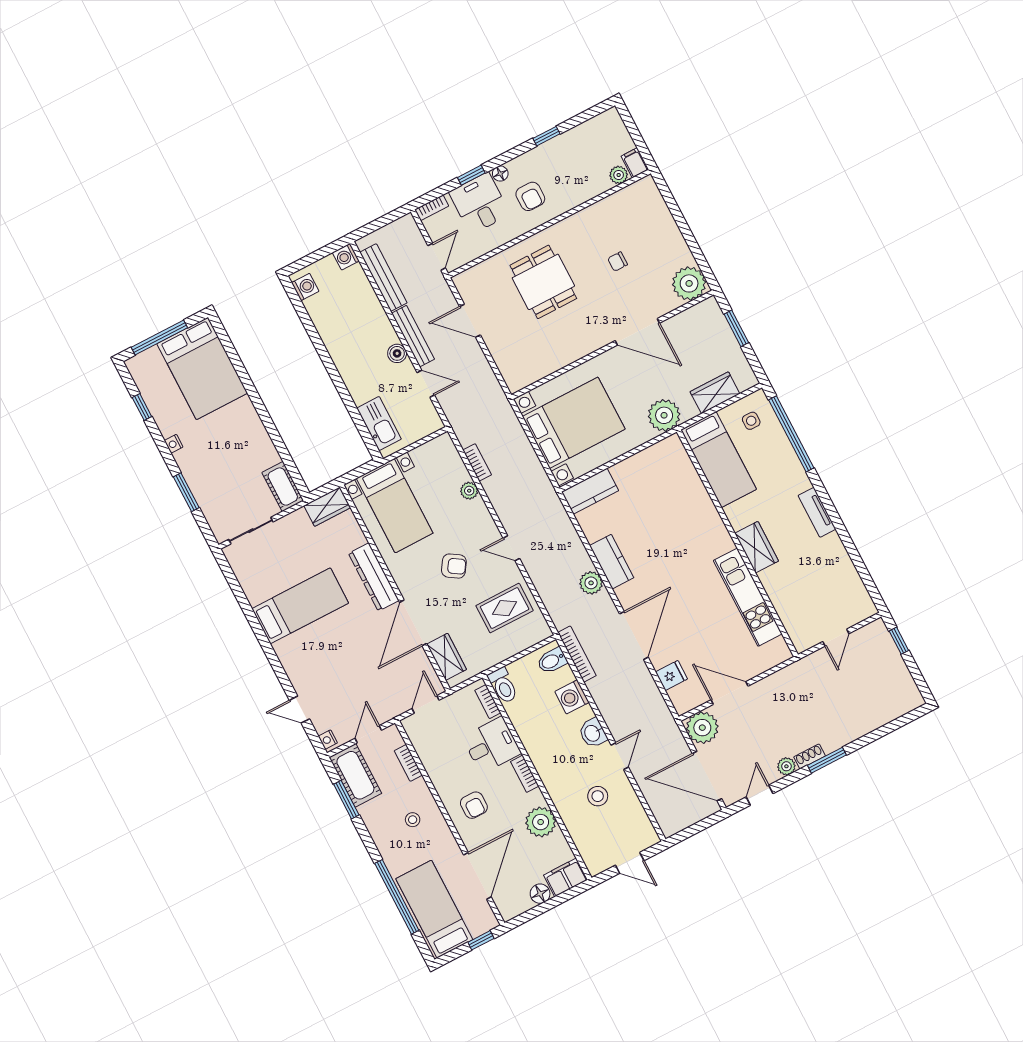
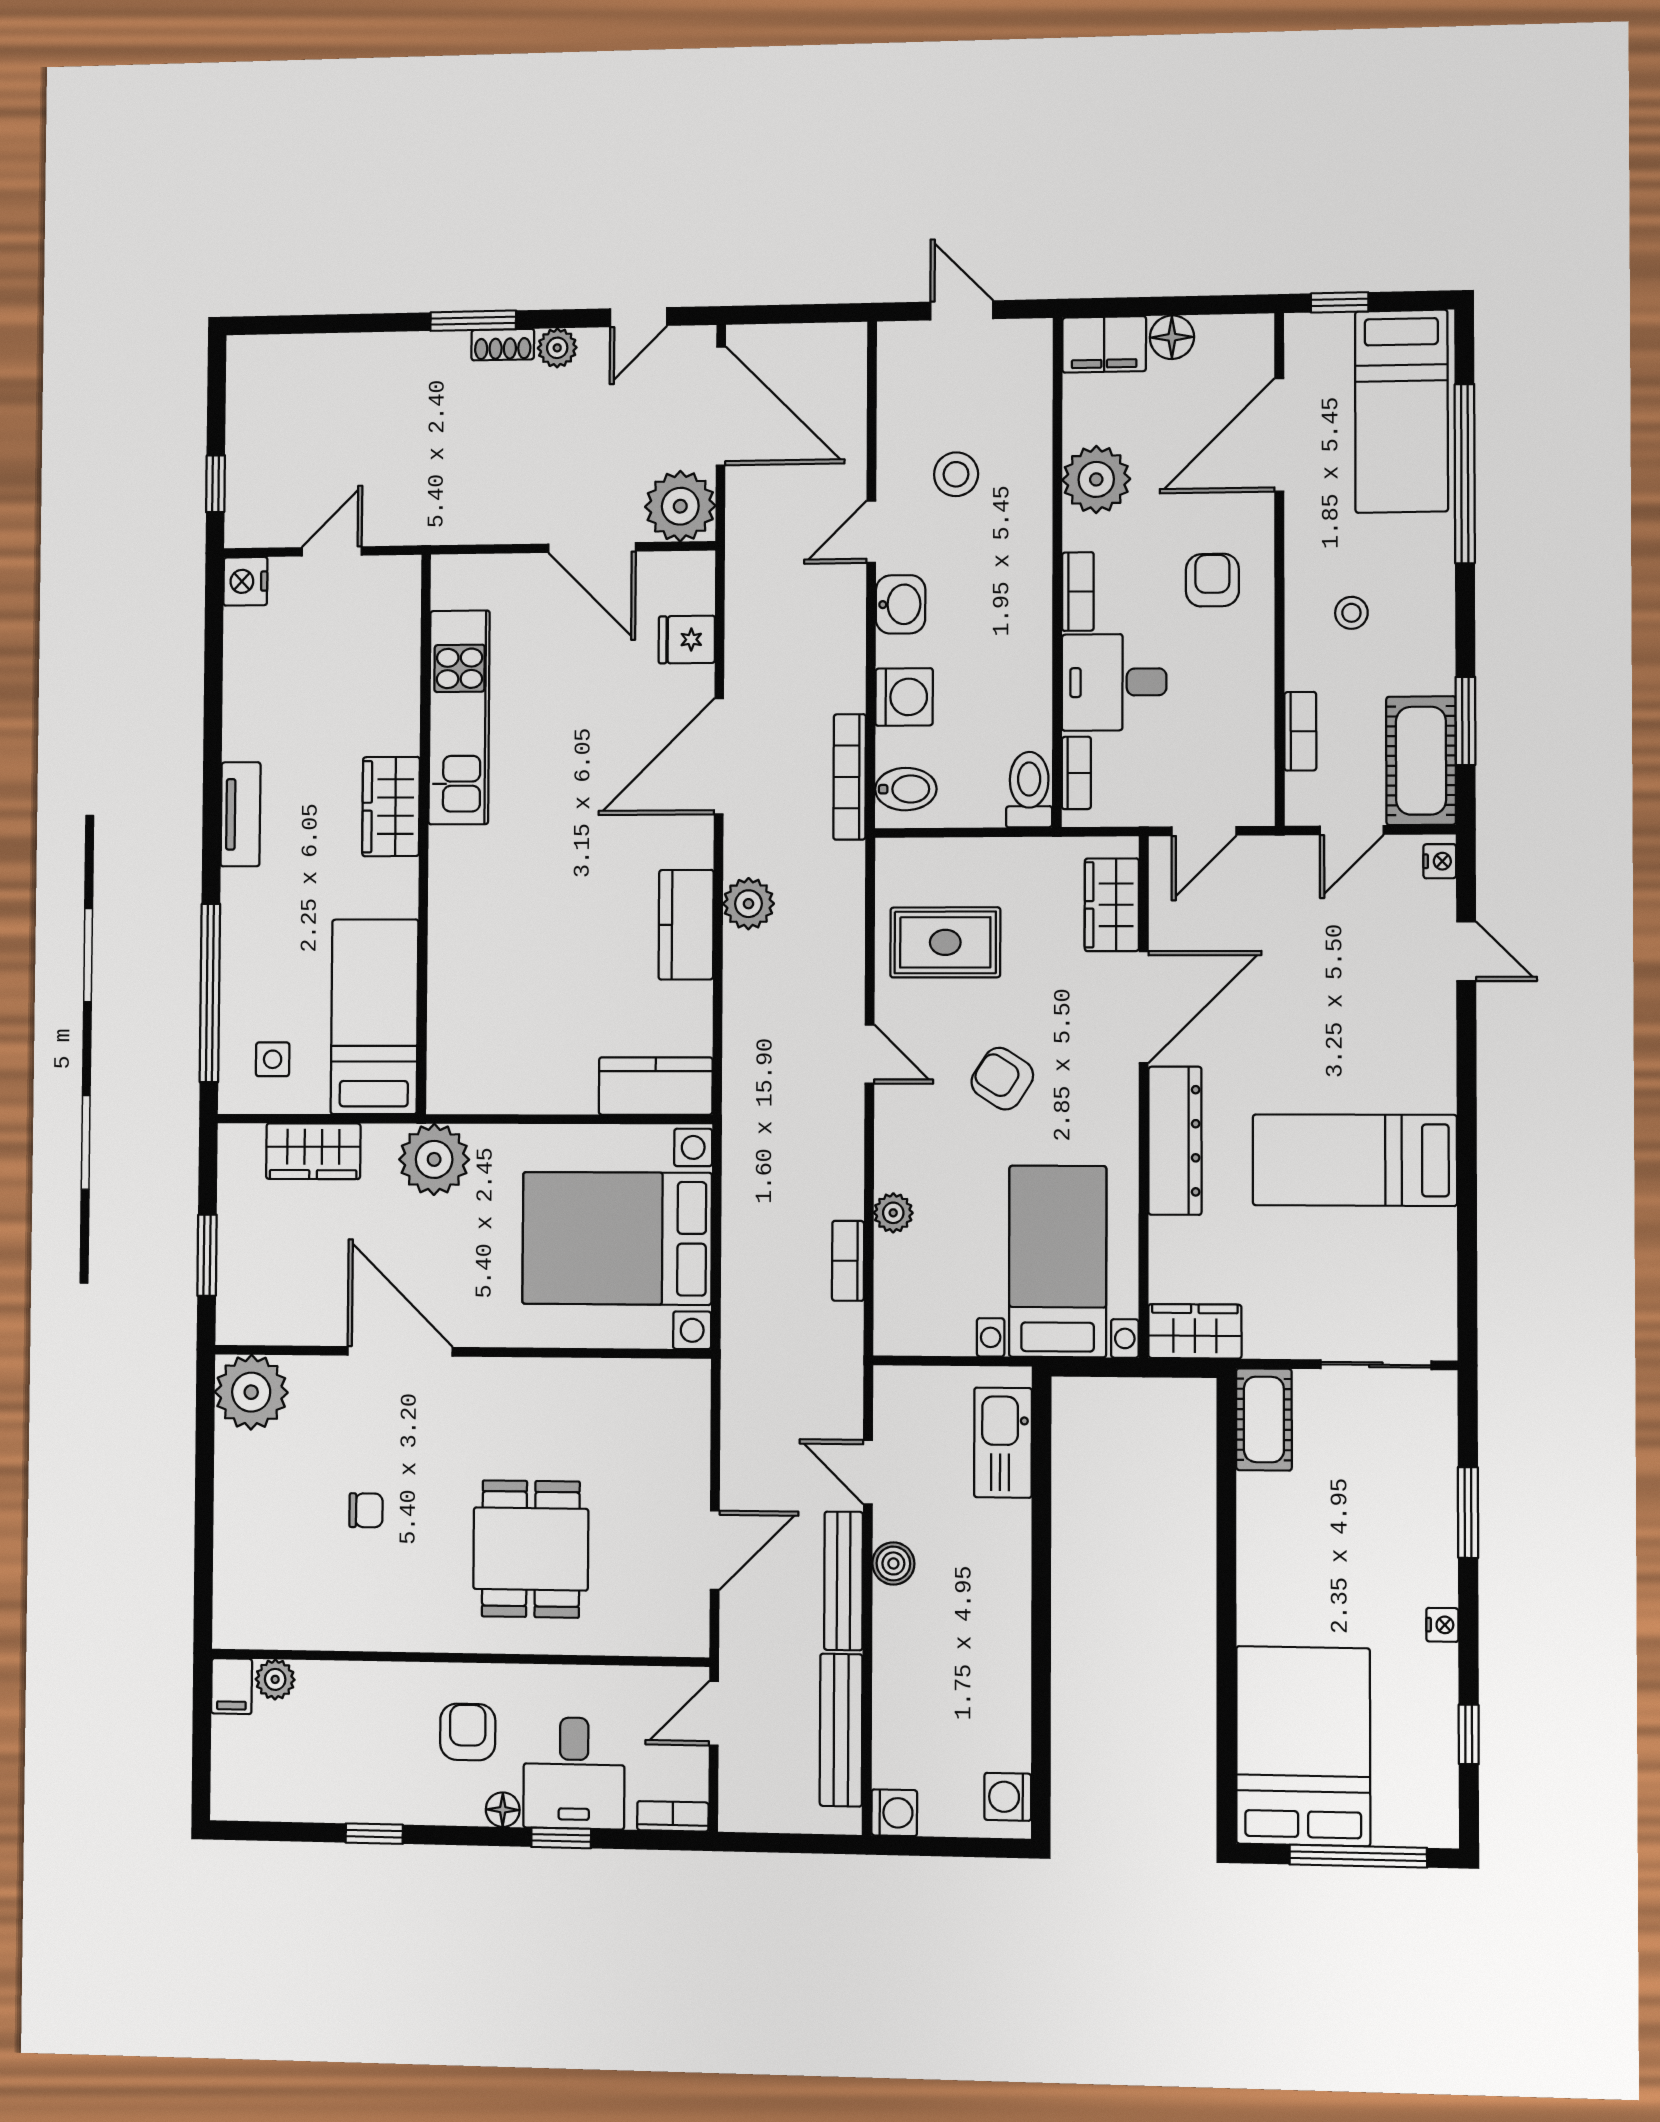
door: (470, 321) -> (715, 1550), hinge flipped
nightstand: (865, 607) -> (245, 581), added

